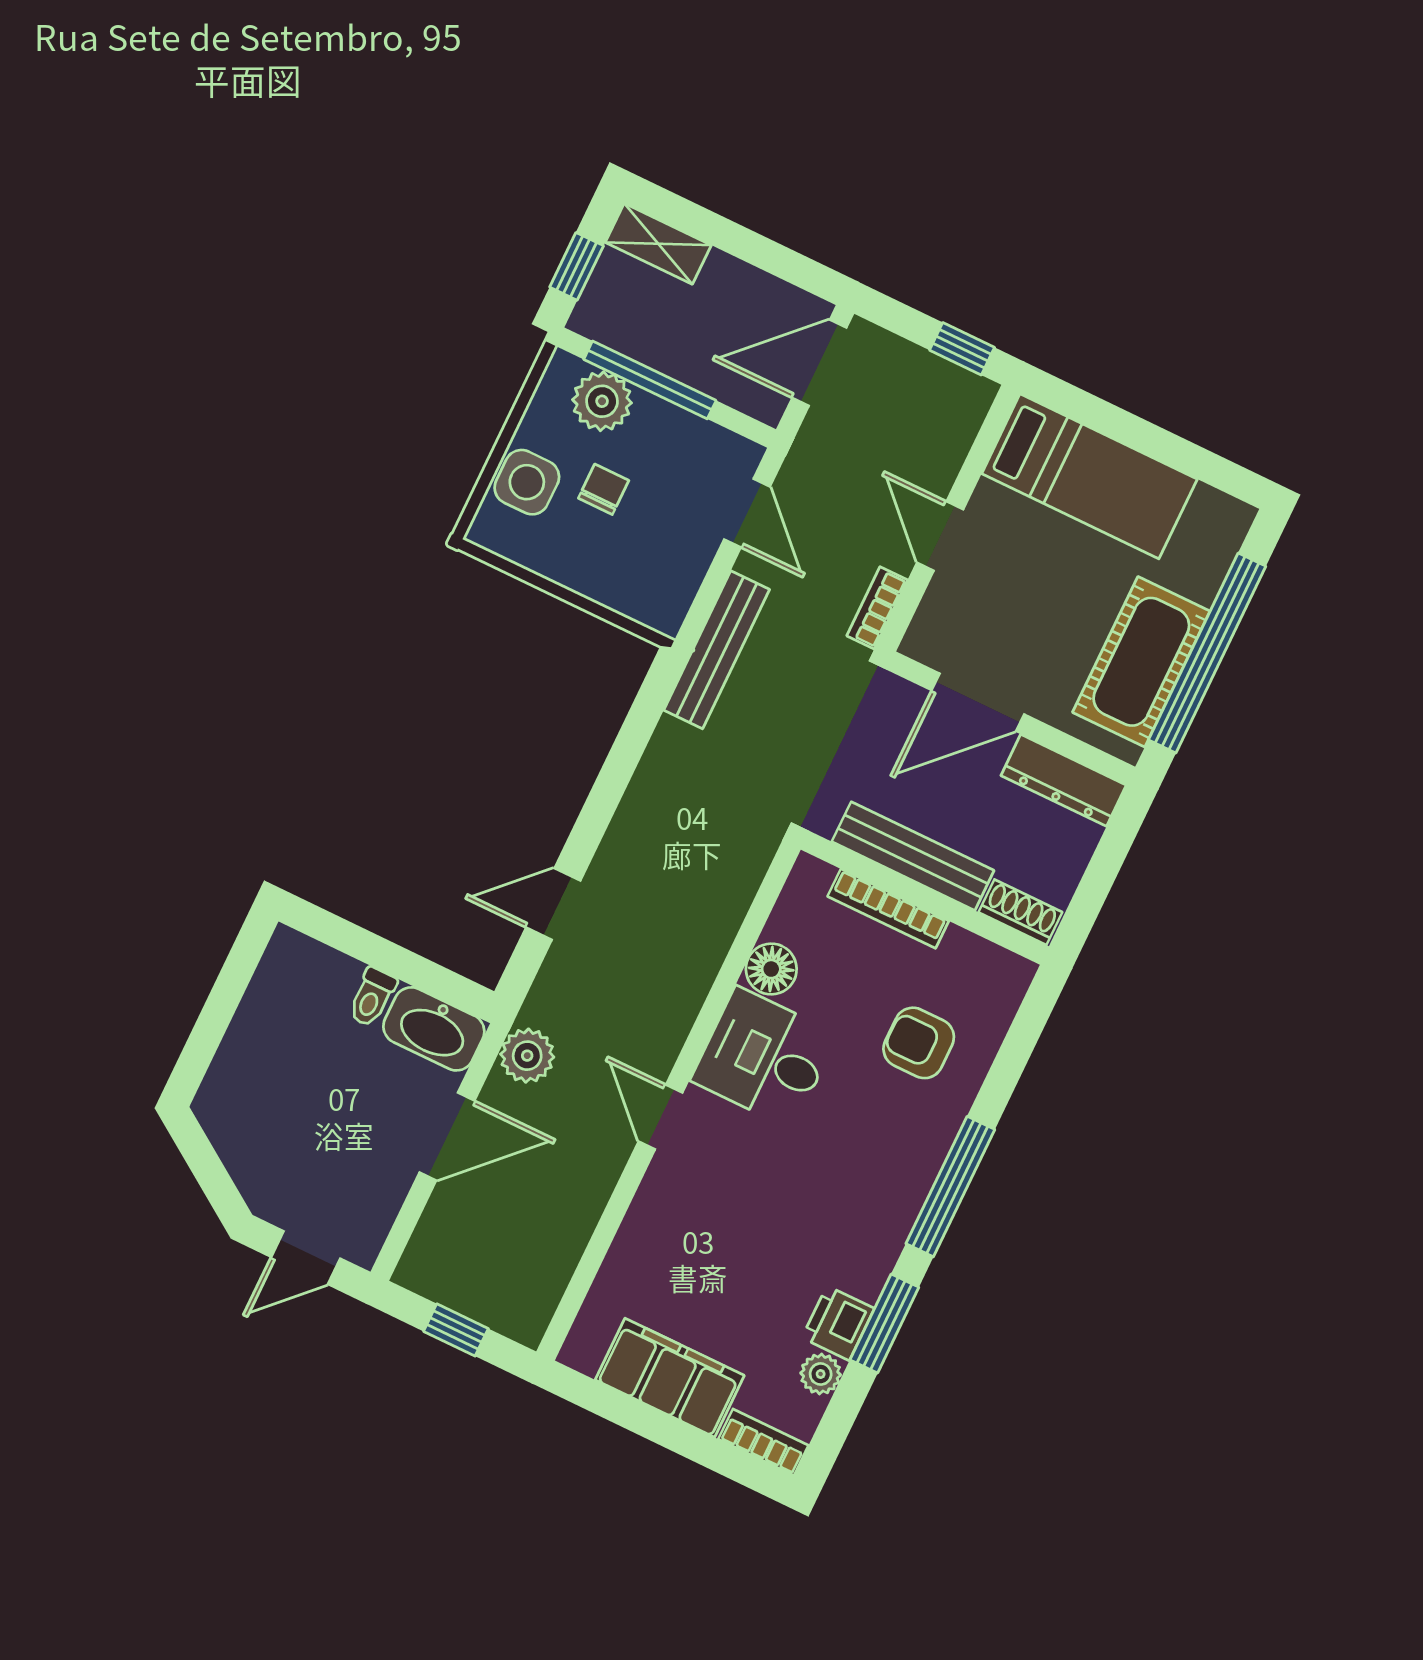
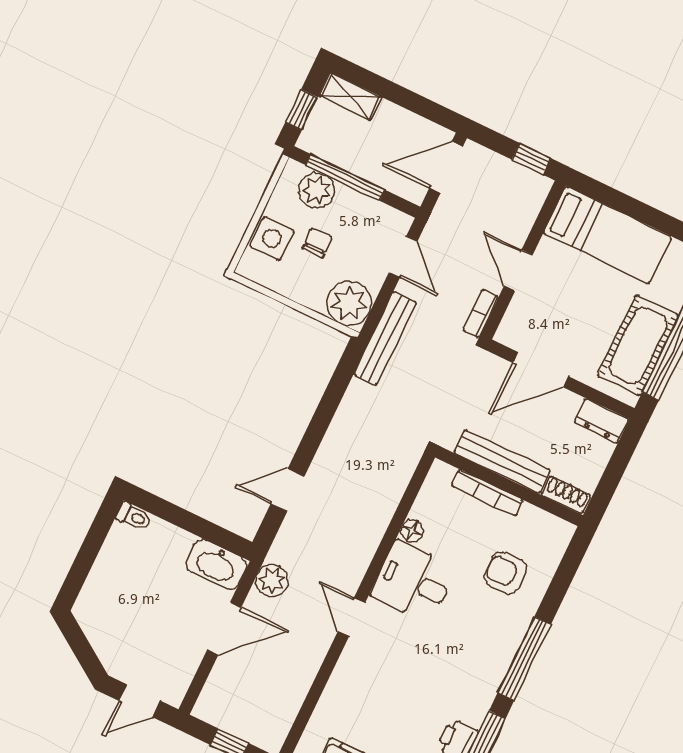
plant: (657, 591) -> (349, 303), added
dresser: (1064, 780) -> (601, 421), width x0.70
floor lamp: (771, 969) -> (412, 531), width x0.73, depth x0.73
toilet: (372, 997) -> (134, 517), moved, turned -90

